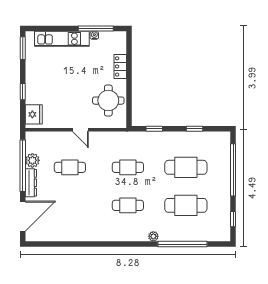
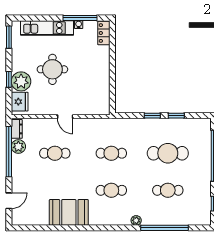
locker: (120, 66) -> (104, 33), moved
plant: (35, 94) -> (21, 81), added
round table: (108, 101) -> (52, 69), moved
window: (154, 129) -> (152, 116), moved
dresser: (31, 183) -> (17, 129), moved, width x0.70
cafe table: (186, 205) -> (168, 190), width x0.73, depth x0.74
door: (23, 216) -> (9, 201), width x0.53
booth: (84, 228) -> (69, 212), added

